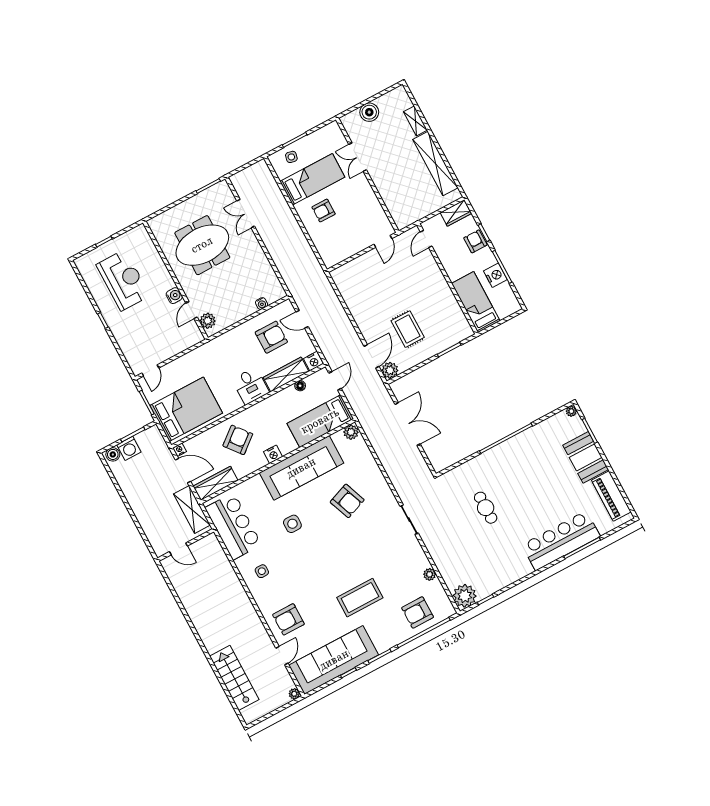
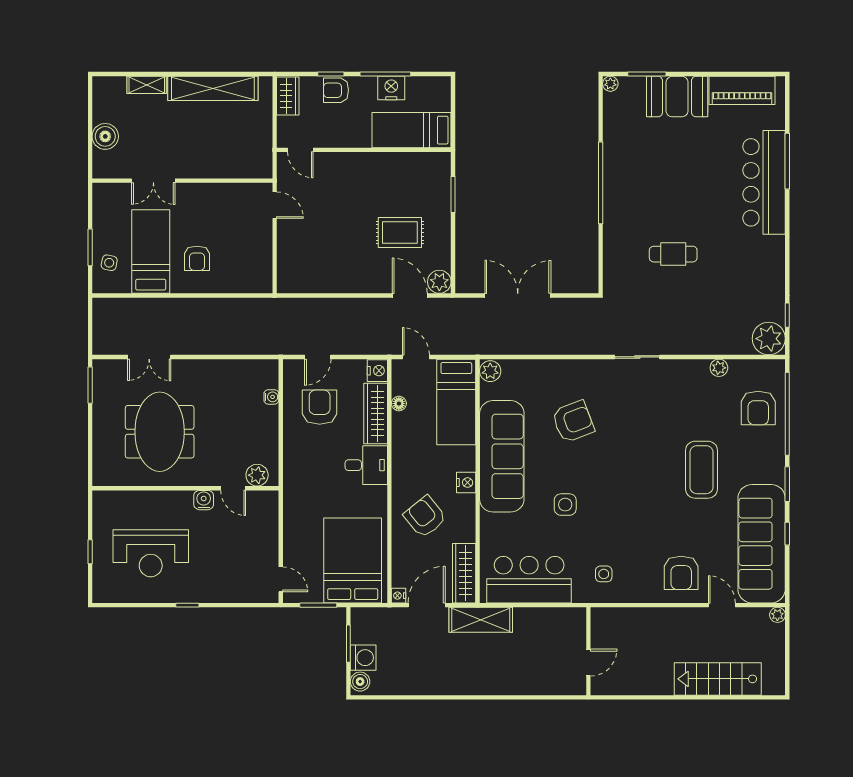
reception desk: (123, 280) -> (151, 553), turned 180
wall: (186, 545) -> (588, 651), moved
door: (178, 549) -> (588, 663), moved

